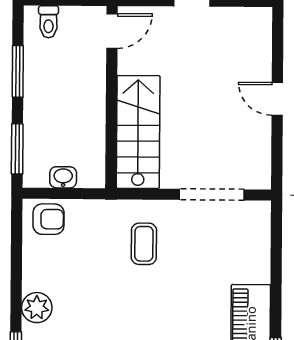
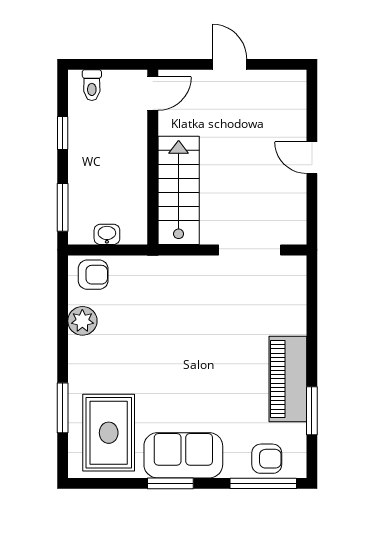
window: (18, 71) -> (63, 133), width x0.67
coffee table: (144, 244) -> (185, 298), removed
plant: (37, 308) -> (82, 321), moved

